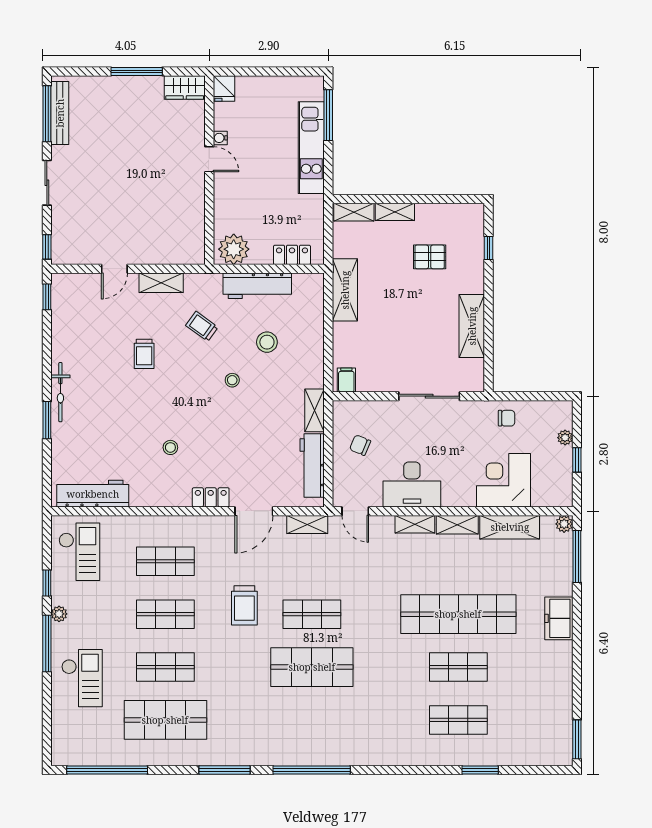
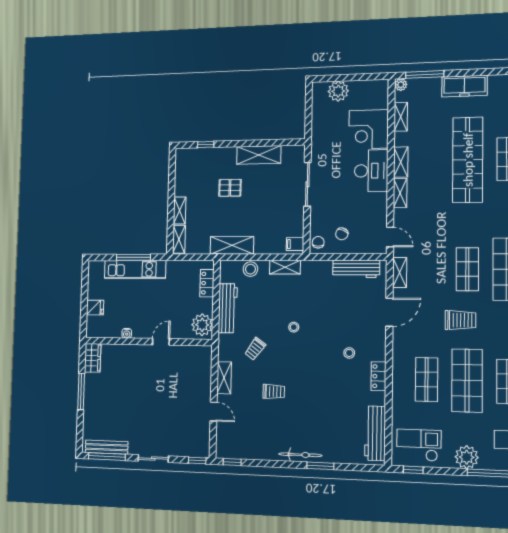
fridge: (224, 88) -> (95, 308), moved
window: (328, 115) -> (133, 257), moved
door: (209, 159) -> (161, 342), moved
pallet: (430, 257) -> (230, 188), moved, turned 90
stool: (267, 342) -> (250, 269), moved
shelving: (315, 410) -> (285, 267), moved
chair: (506, 418) -> (318, 242), moved
plant: (565, 438) -> (338, 91), width x1.87, depth x1.87
stool: (170, 447) -> (349, 353), moved
window: (577, 460) -> (354, 77), removed
desk: (412, 484) -> (371, 171), moved
locker: (211, 497) -> (379, 376), moved
door: (254, 511) -> (389, 312), hinge flipped
door: (355, 511) -> (390, 237), hinge flipped
shelving: (510, 527) -> (401, 117), width x0.67, depth x0.75
window: (47, 583) -> (413, 470), moved
plant: (59, 614) -> (467, 457), width x1.88, depth x1.88
shop shelf: (165, 614) -> (467, 381), width x1.43, depth x1.36
freezer: (559, 618) -> (464, 86), width x1.40

